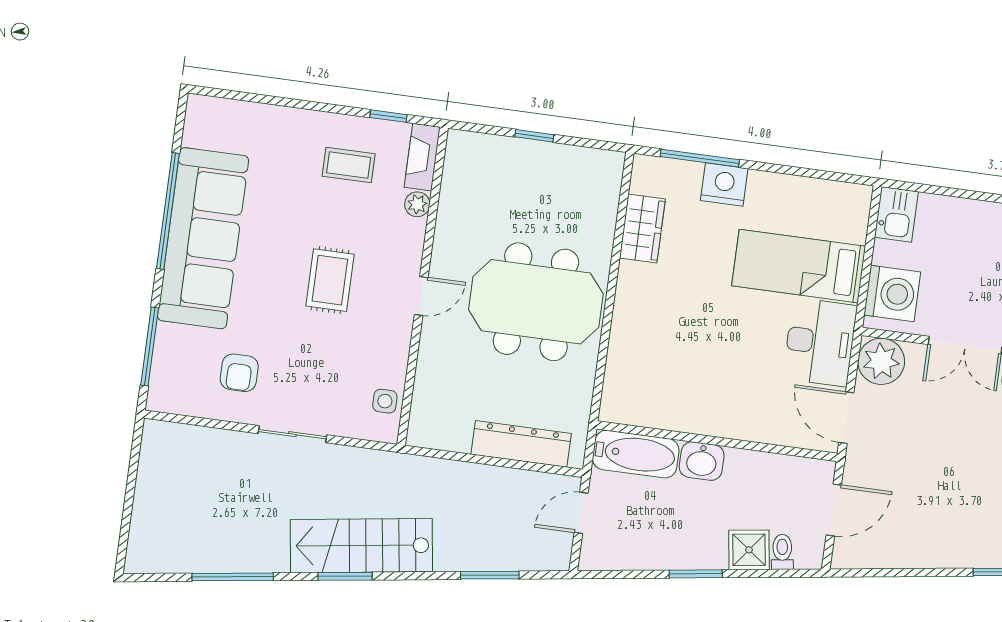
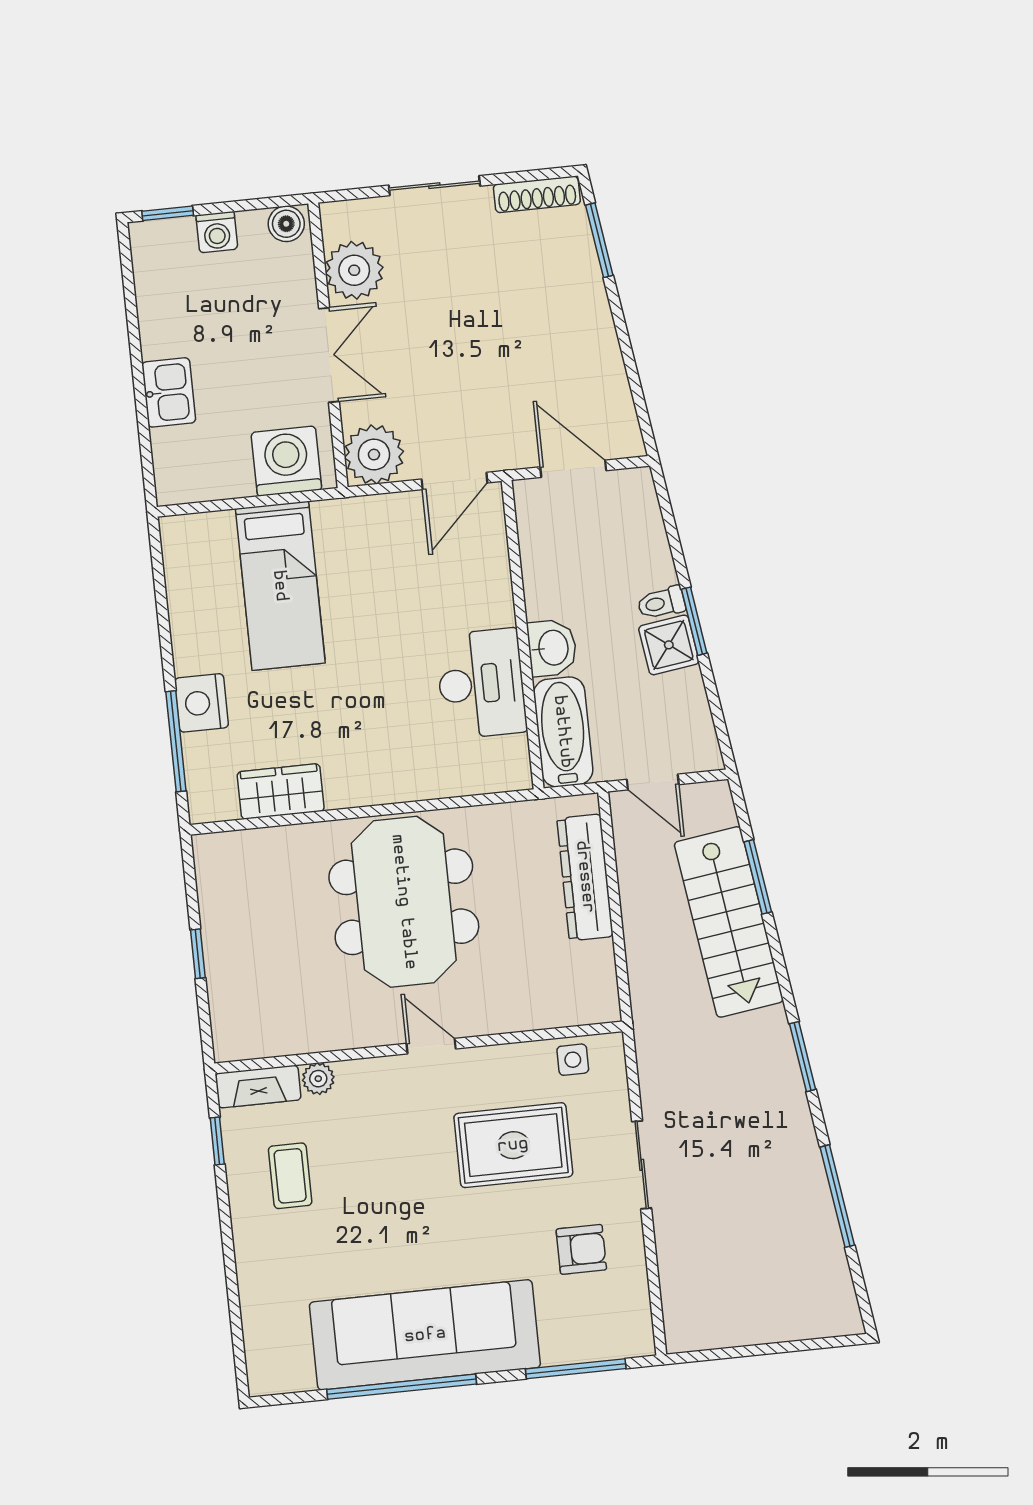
kitchen sink: (896, 214) -> (169, 392), moved, turned 90
rug: (330, 280) -> (513, 1145), moved, width x1.36, depth x1.43
desk: (820, 342) -> (481, 684), moved, turned 90
stairs: (361, 546) -> (729, 922), moved
shower: (749, 550) -> (669, 645), moved
toilet: (782, 552) -> (661, 603), moved

